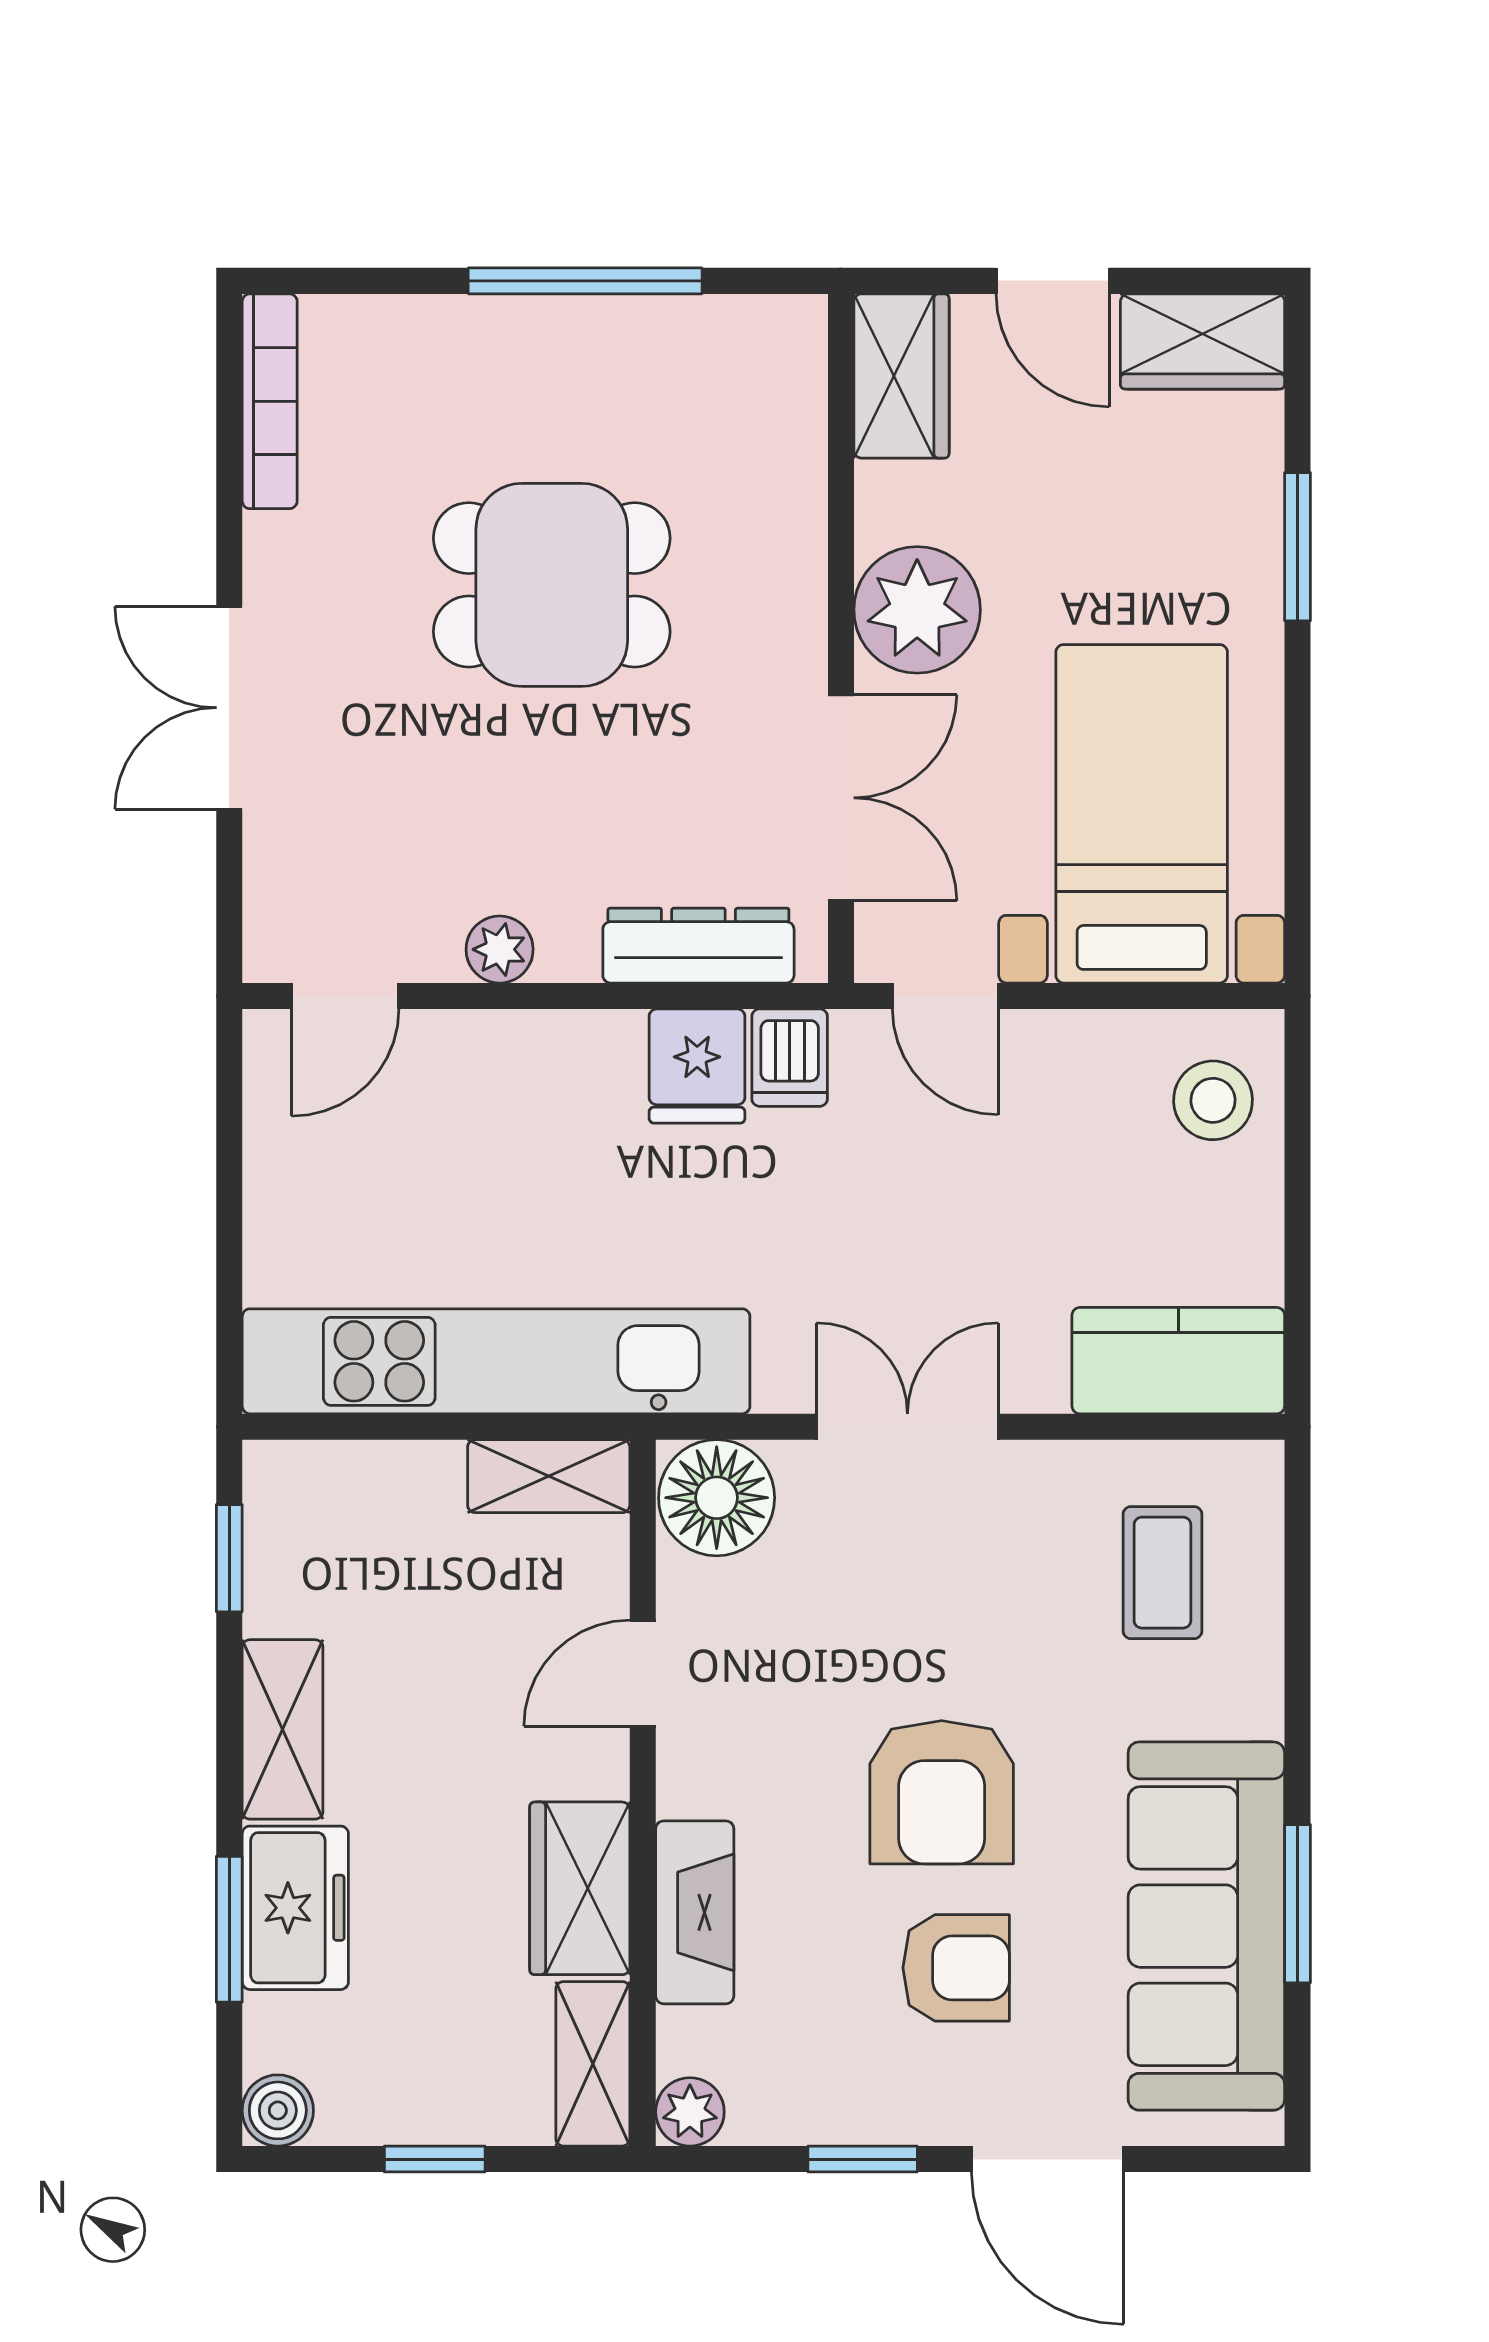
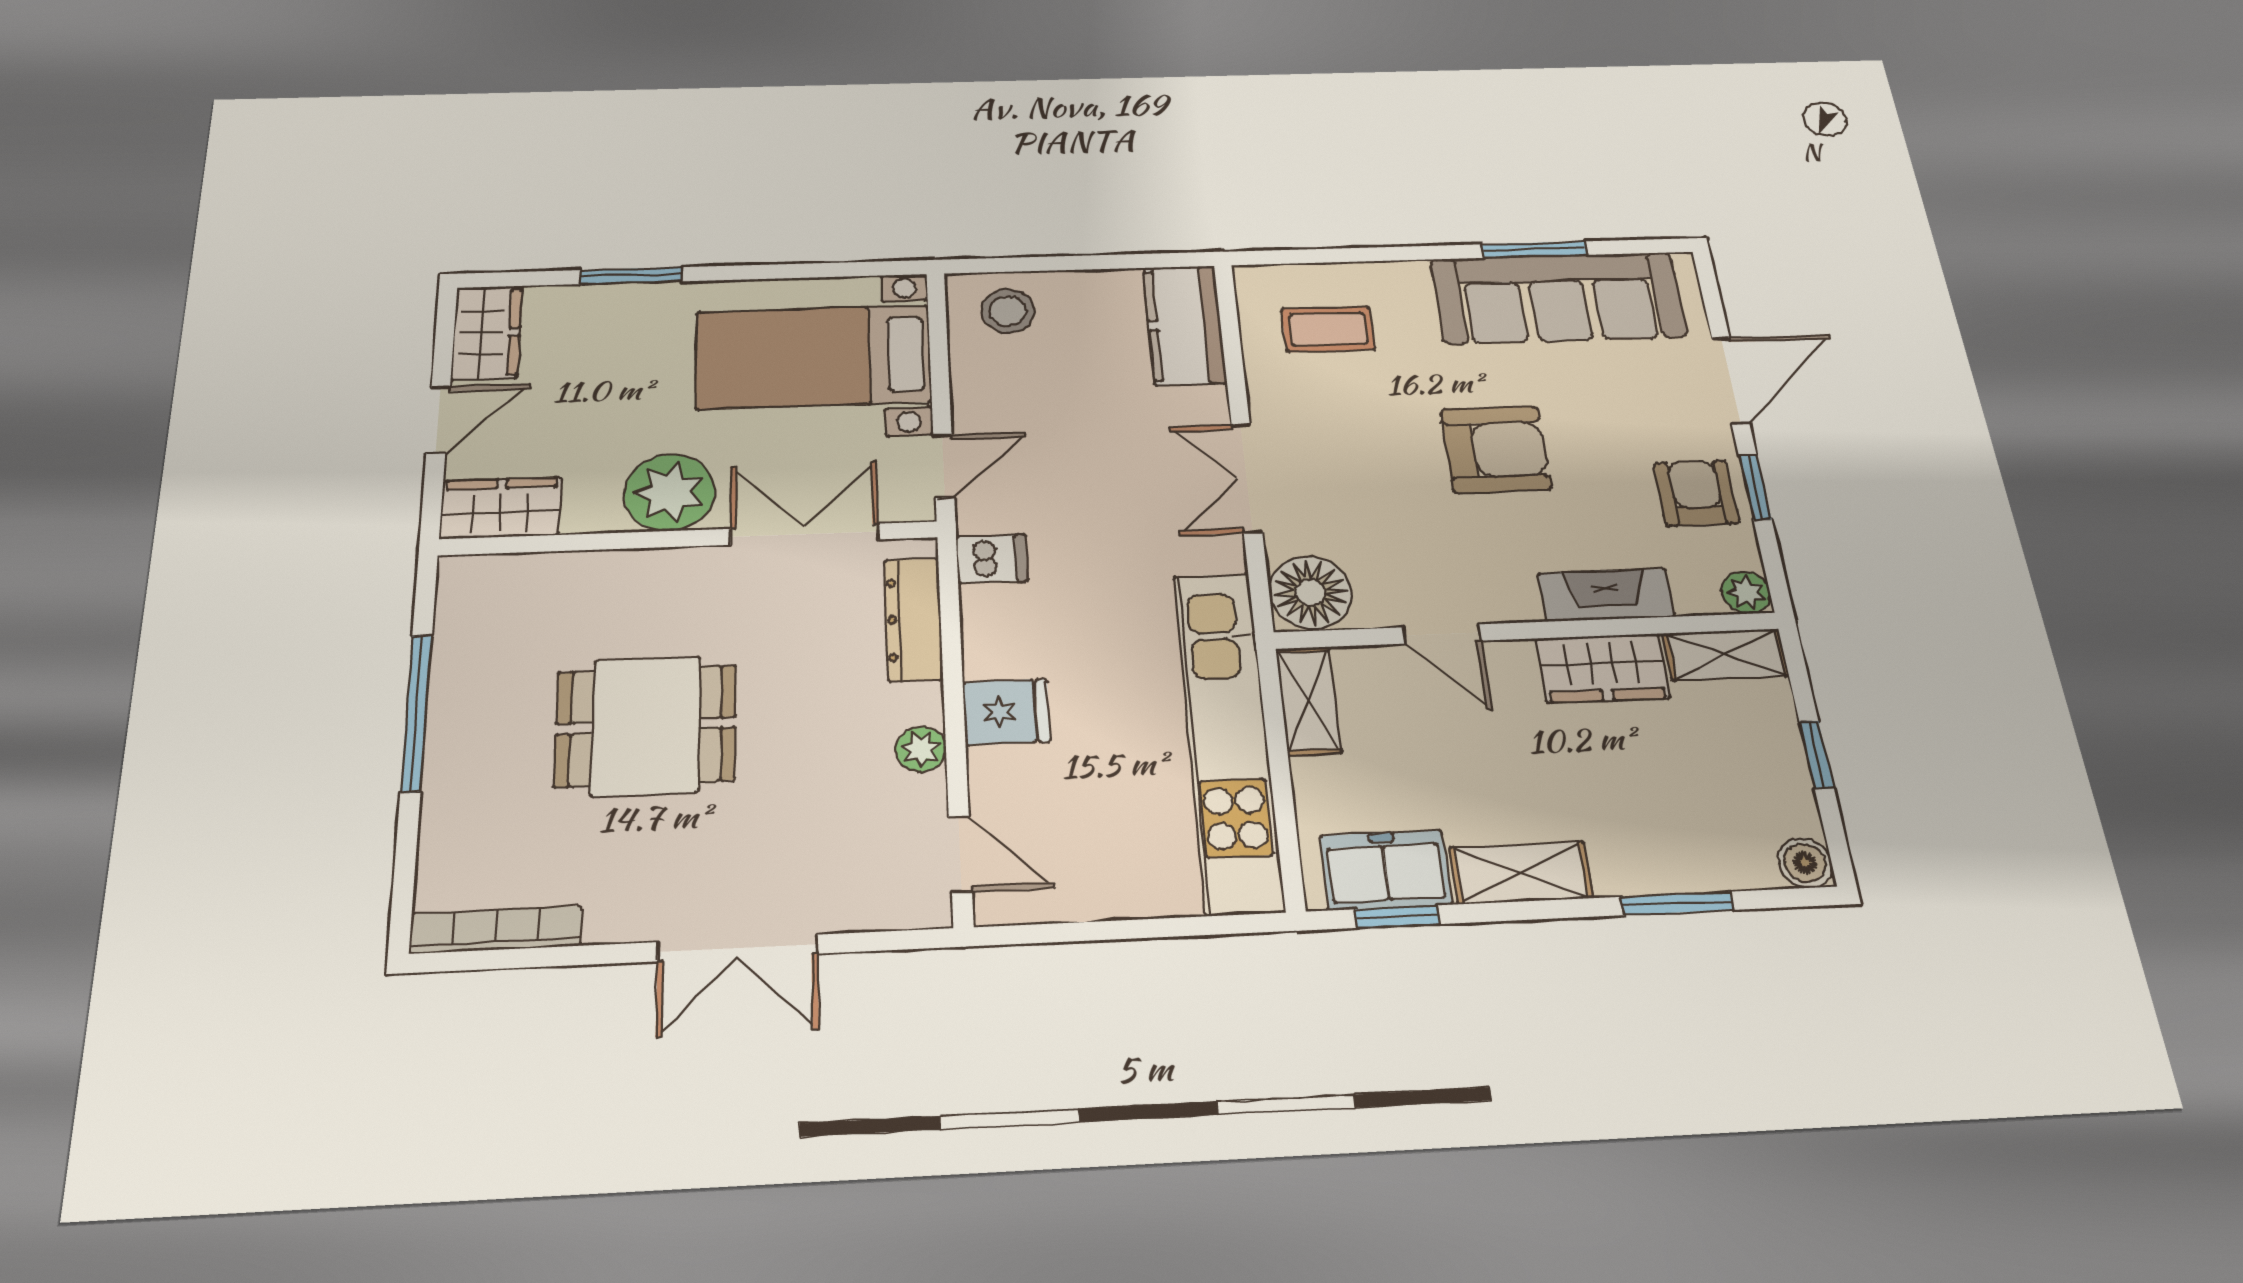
dining table: (552, 585) -> (646, 726), turned 90
fridge: (697, 1066) -> (1006, 712), moved
freezer: (295, 1908) -> (1385, 870), moved
armchair: (956, 1968) -> (1696, 493), moved

